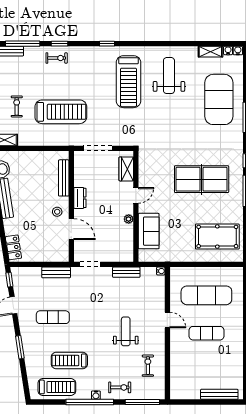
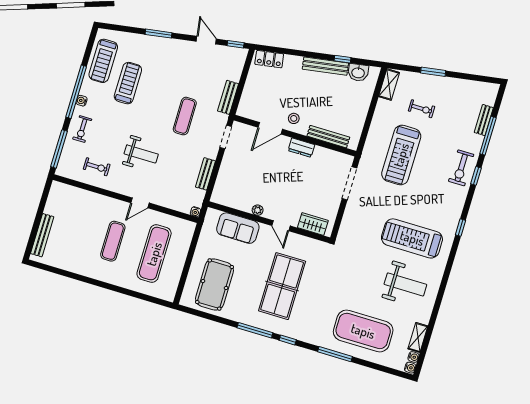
exercise bike: (57, 58) -> (461, 168), width x1.38, depth x1.39
wardrobe: (126, 169) -> (313, 224), moved
door: (136, 195) -> (281, 226), moved
wall: (136, 206) -> (269, 222), moved
plant: (129, 219) -> (258, 210), moved
sofa: (149, 231) -> (238, 228), moved
exercise mat: (53, 317) -> (185, 116), moved

